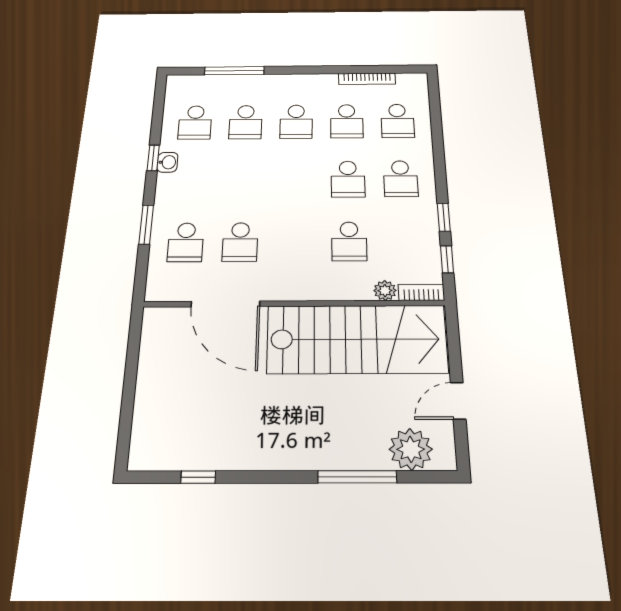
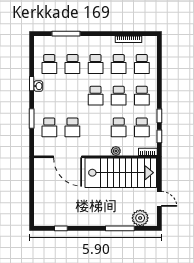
school desk: (295, 179) -> (96, 96), added
school desk: (404, 241) -> (142, 127), added
plant: (385, 291) -> (116, 151), moved
door: (458, 401) -> (159, 199), swing flipped

